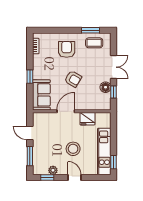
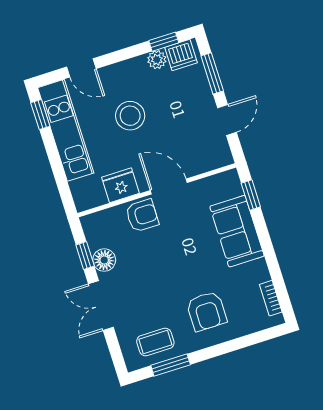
window: (30, 77) -> (251, 195), moved
armchair: (73, 79) -> (142, 216), moved, turned 149
sofa: (41, 95) -> (237, 231), moved
door: (66, 111) -> (169, 186), swing flipped
door: (30, 133) -> (227, 120), hinge flipped
dishwasher: (41, 169) -> (181, 55), added
door: (74, 177) -> (81, 68), moved

